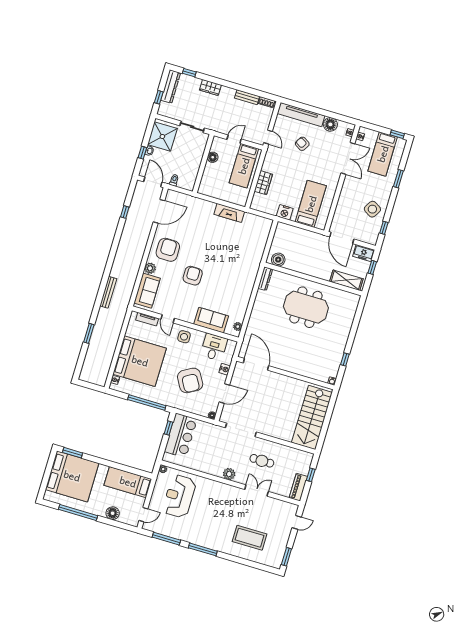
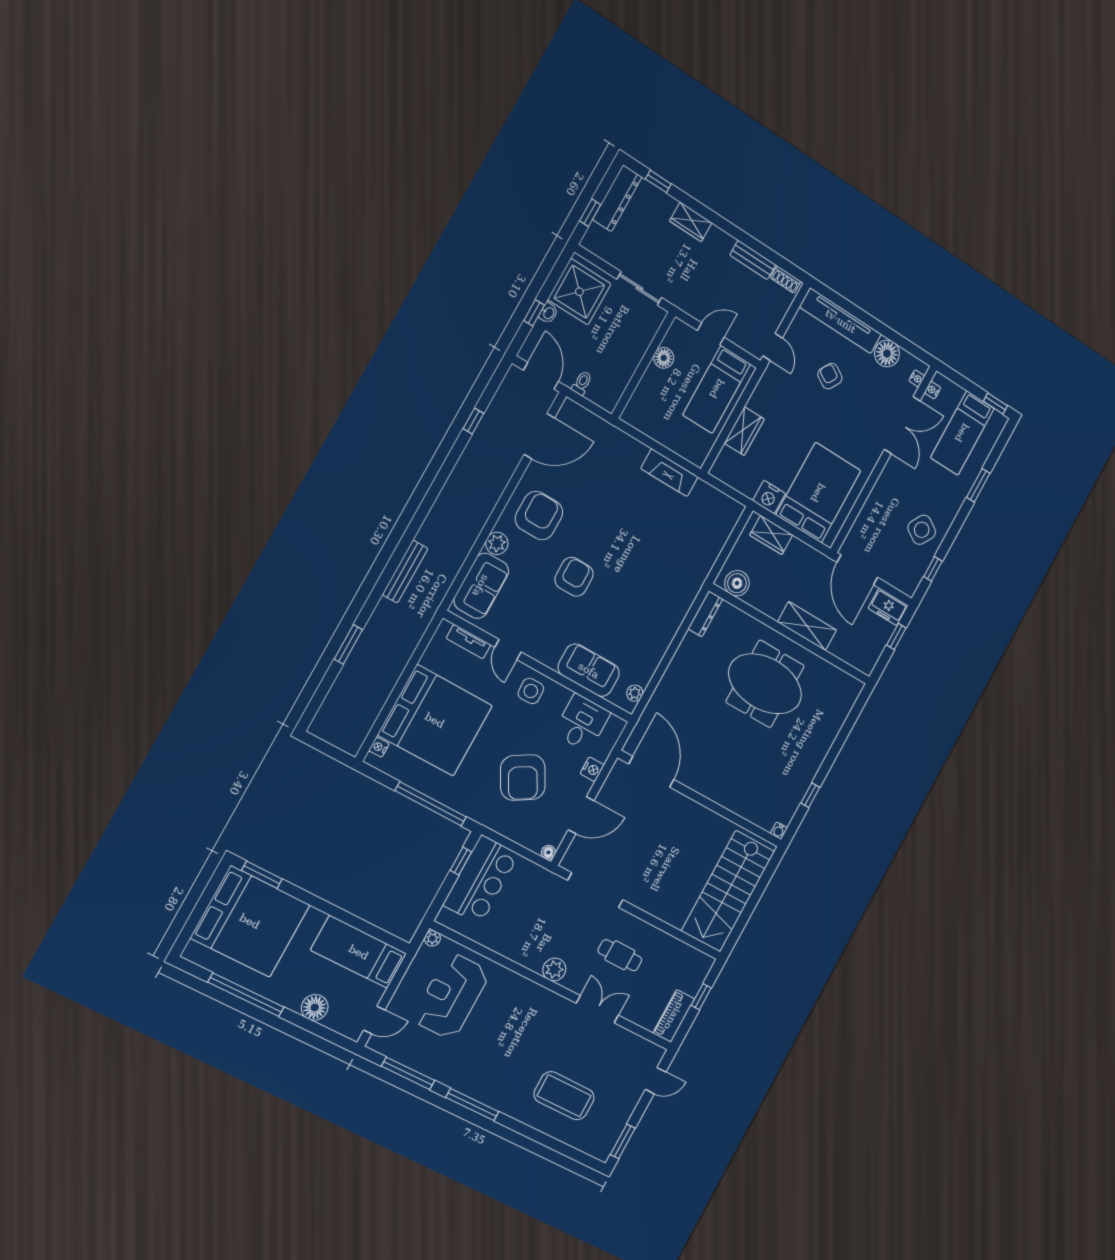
bed: (311, 204) -> (818, 493), width x1.50
wardrobe: (291, 231) -> (771, 535), added
shelving: (346, 280) -> (807, 626), moved

